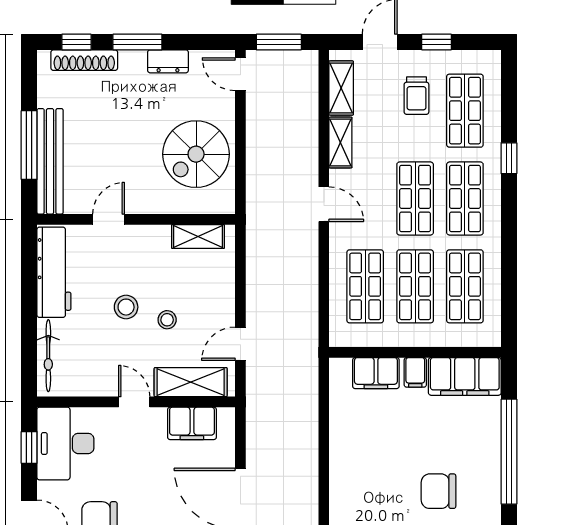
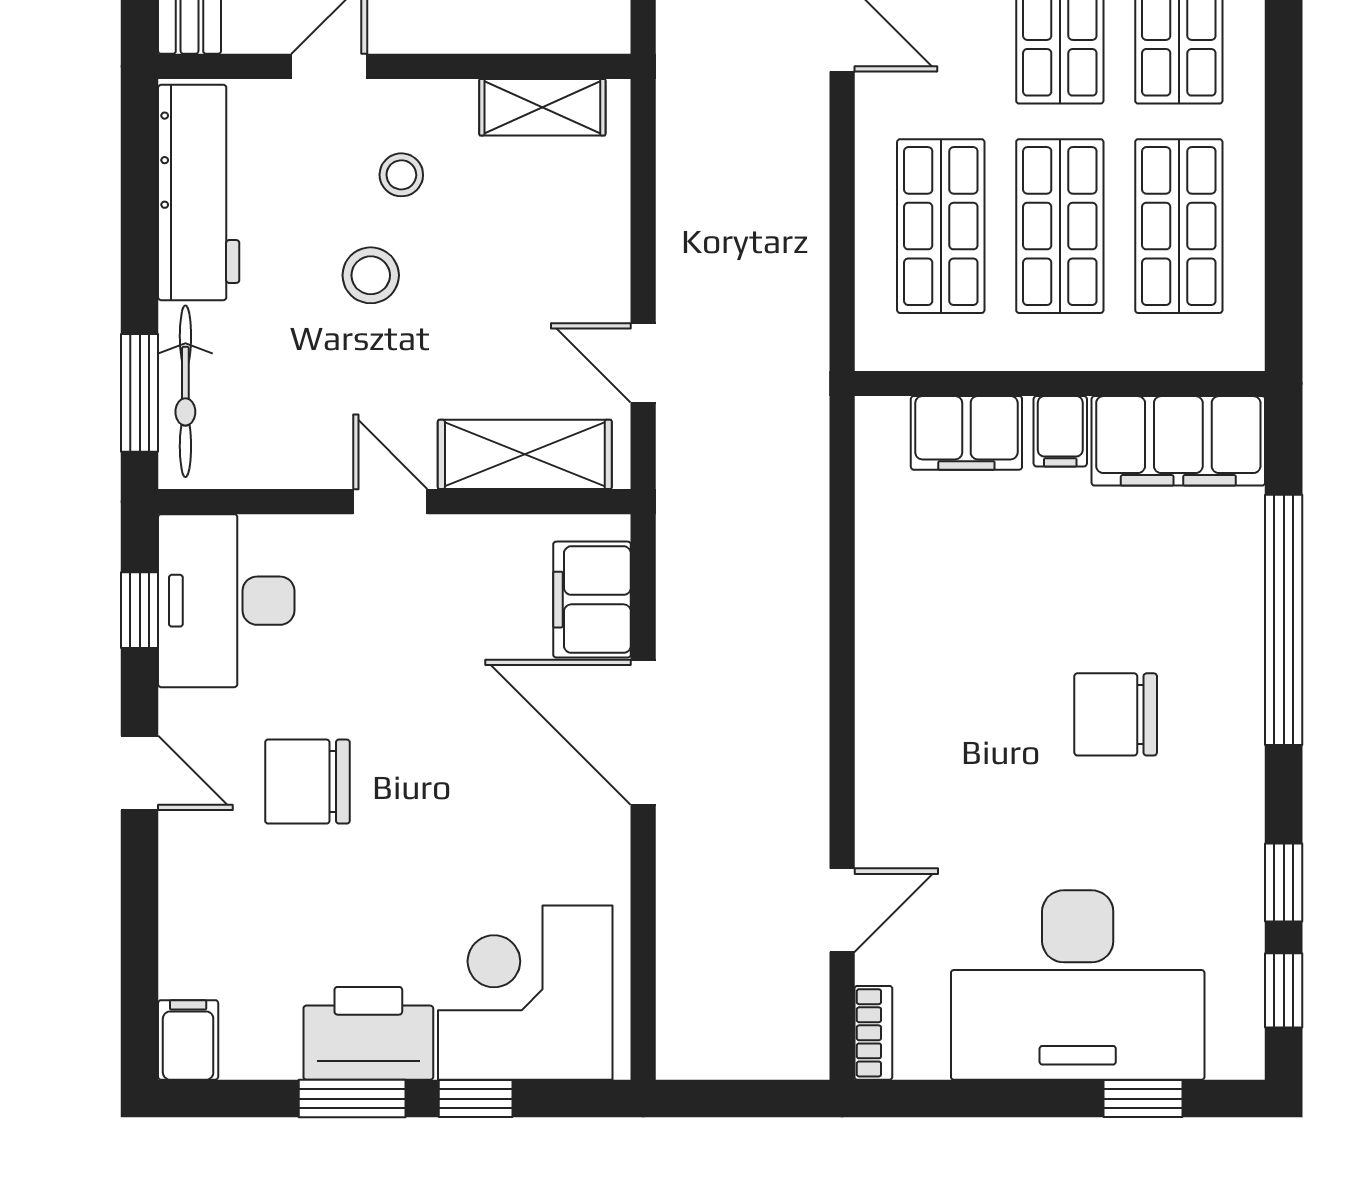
stool: (167, 320) -> (401, 175), moved
door: (240, 344) -> (643, 363), hinge flipped
window: (29, 356) -> (140, 393), added
filing cabinet: (192, 423) -> (592, 600), moved, turned 90

